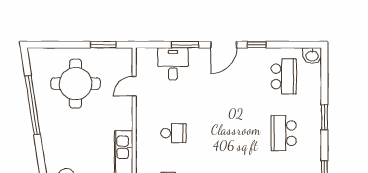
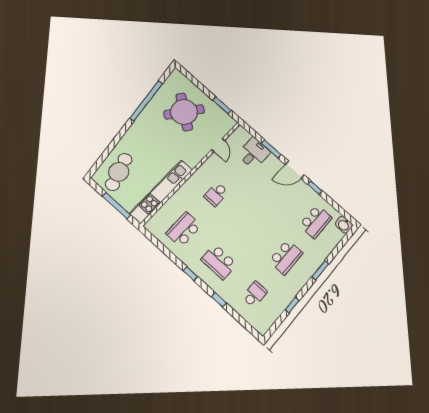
round table: (76, 84) -> (184, 112), turned 36
door: (134, 86) -> (218, 145), swing flipped
school desk: (173, 133) -> (216, 194), turned 90
school desk: (284, 133) -> (286, 257), turned 180

